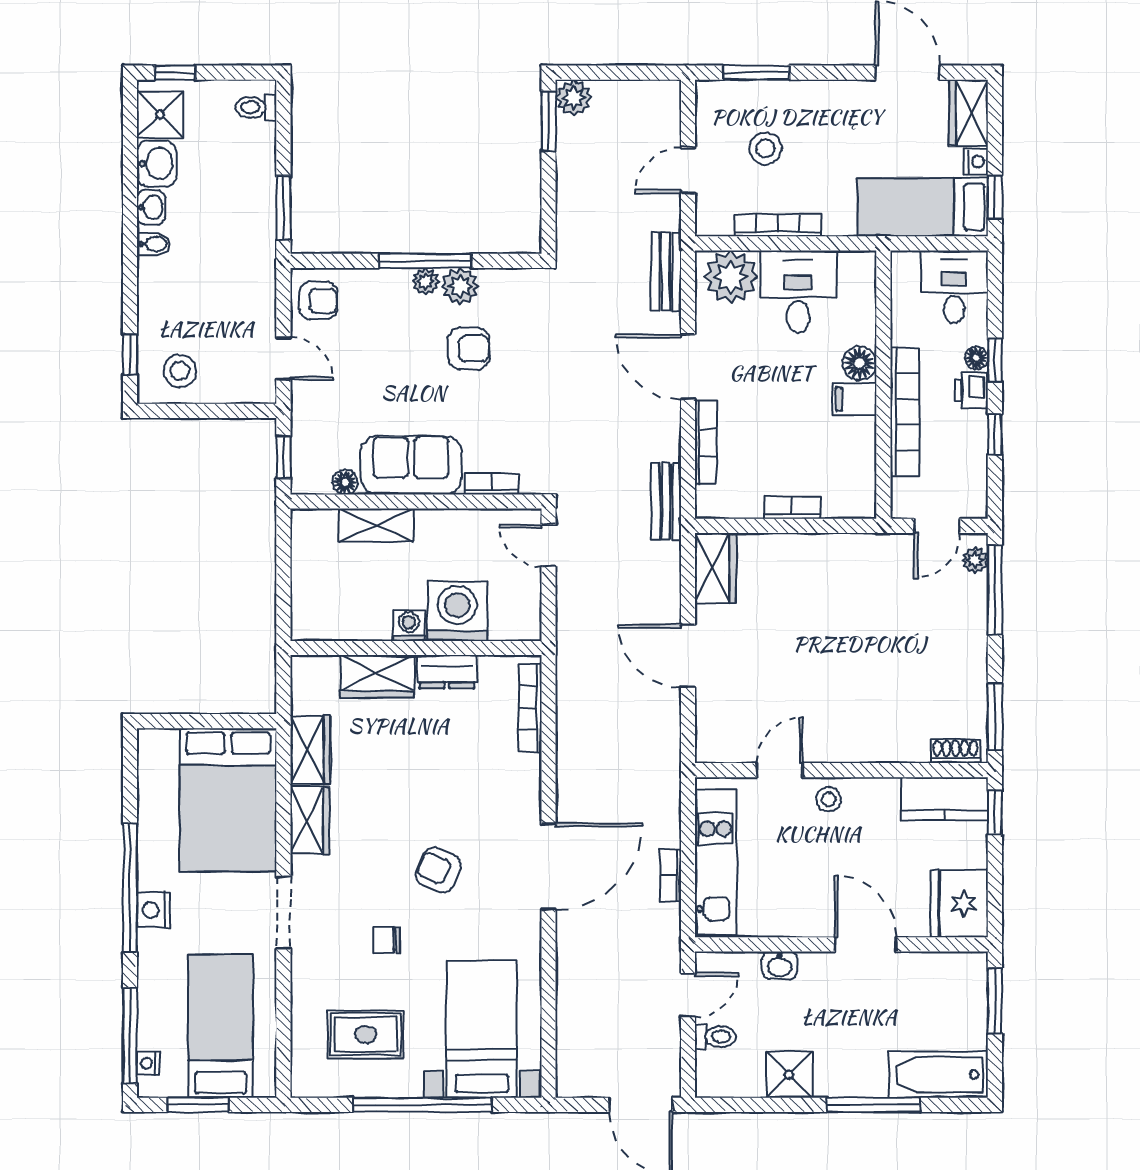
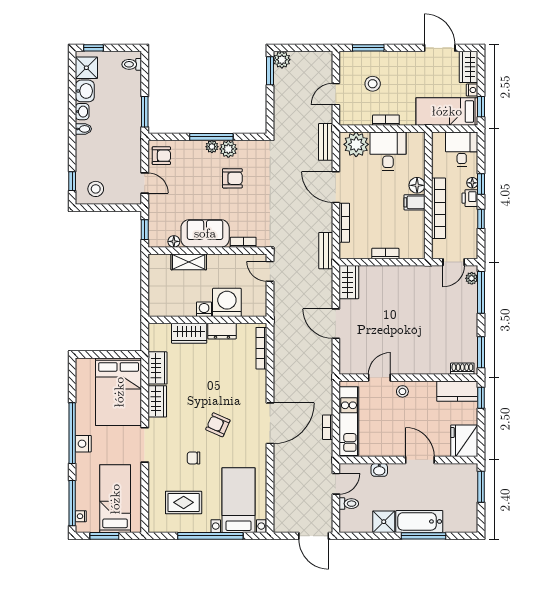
bookcase: (778, 225) -> (386, 120), width x0.64
bathtub: (938, 1075) -> (419, 521), moved

